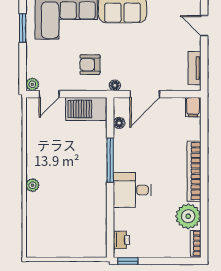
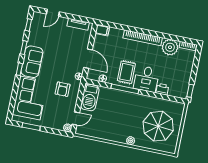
door: (49, 94) -> (76, 119), hinge flipped
rug: (136, 157) -> (126, 72), added
parasol: (63, 223) -> (158, 126), added
printer: (121, 240) -> (162, 89), moved

